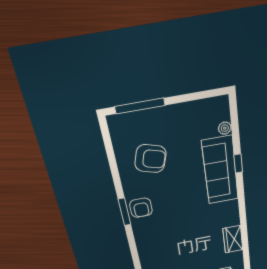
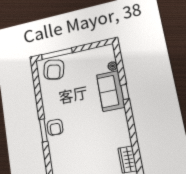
armchair: (150, 159) -> (54, 70), moved, turned 84
sofa: (220, 170) -> (111, 91), width x0.73

